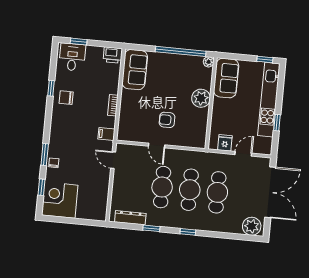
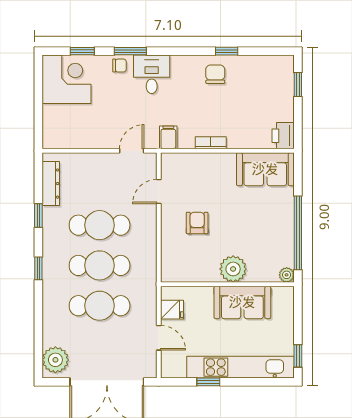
desk: (72, 57) -> (152, 74), moved, turned -90
sofa: (226, 78) -> (242, 302), moved
door: (157, 146) -> (159, 192), moved

